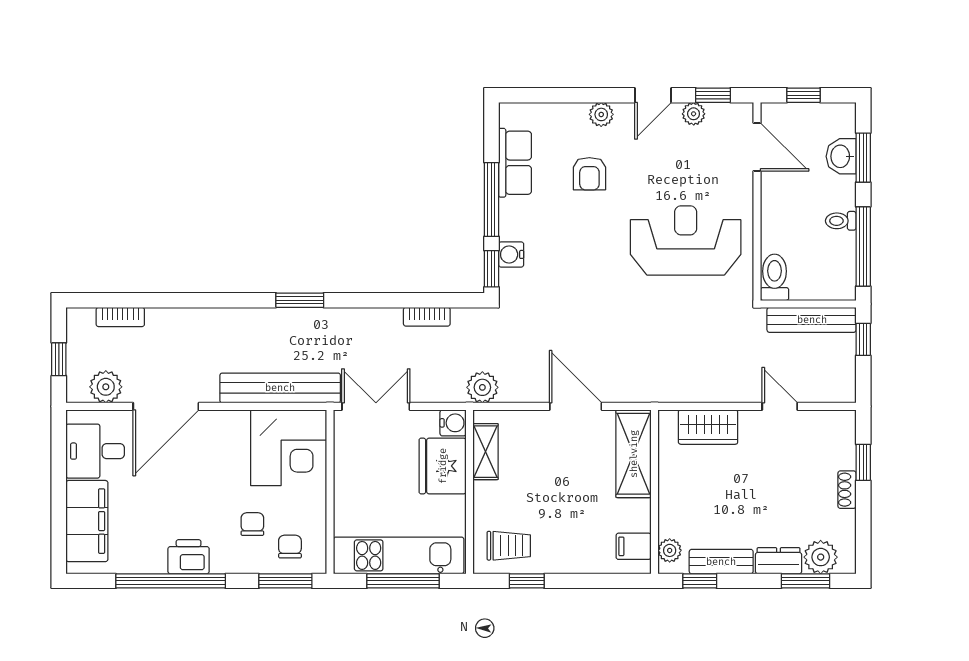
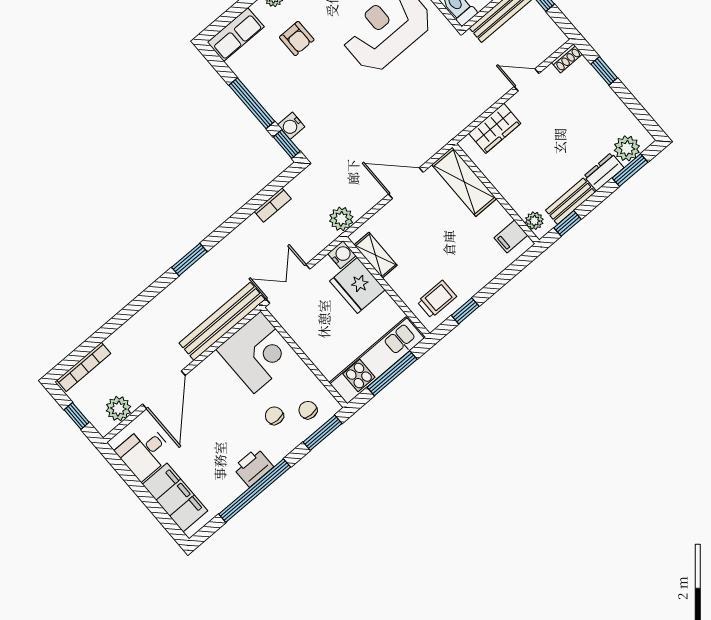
row of seats: (515, 163) -> (236, 35), moved, turned 90
bookcase: (120, 317) -> (84, 367), width x1.56
shoe rack: (847, 490) -> (567, 58), moved, turned -90

